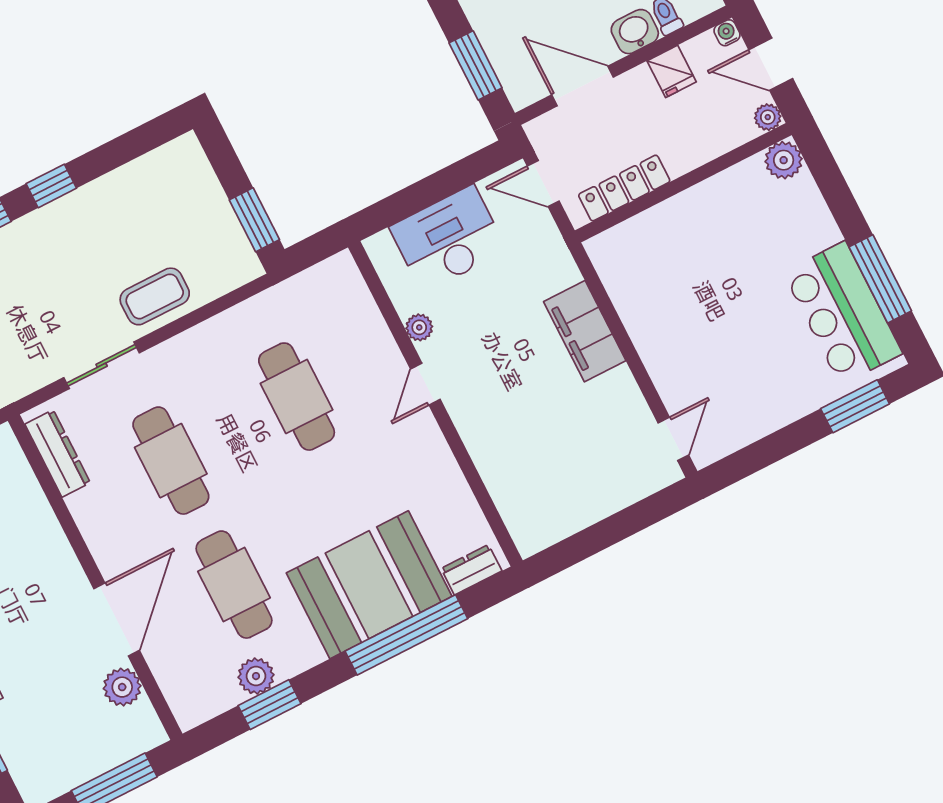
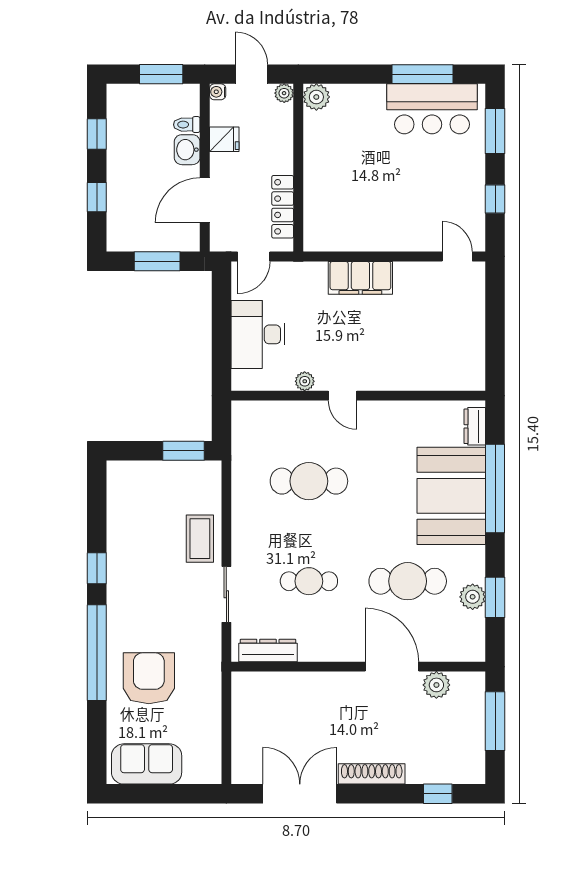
door: (771, 64) -> (251, 74), swing flipped
window: (770, 450) -> (495, 199), added
cafe table: (171, 461) -> (309, 581), width x0.73, depth x0.74

